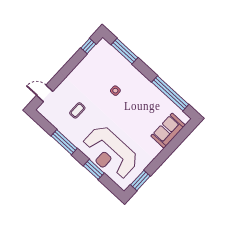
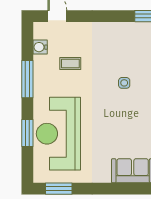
water cooler: (53, 119) -> (40, 47), added

